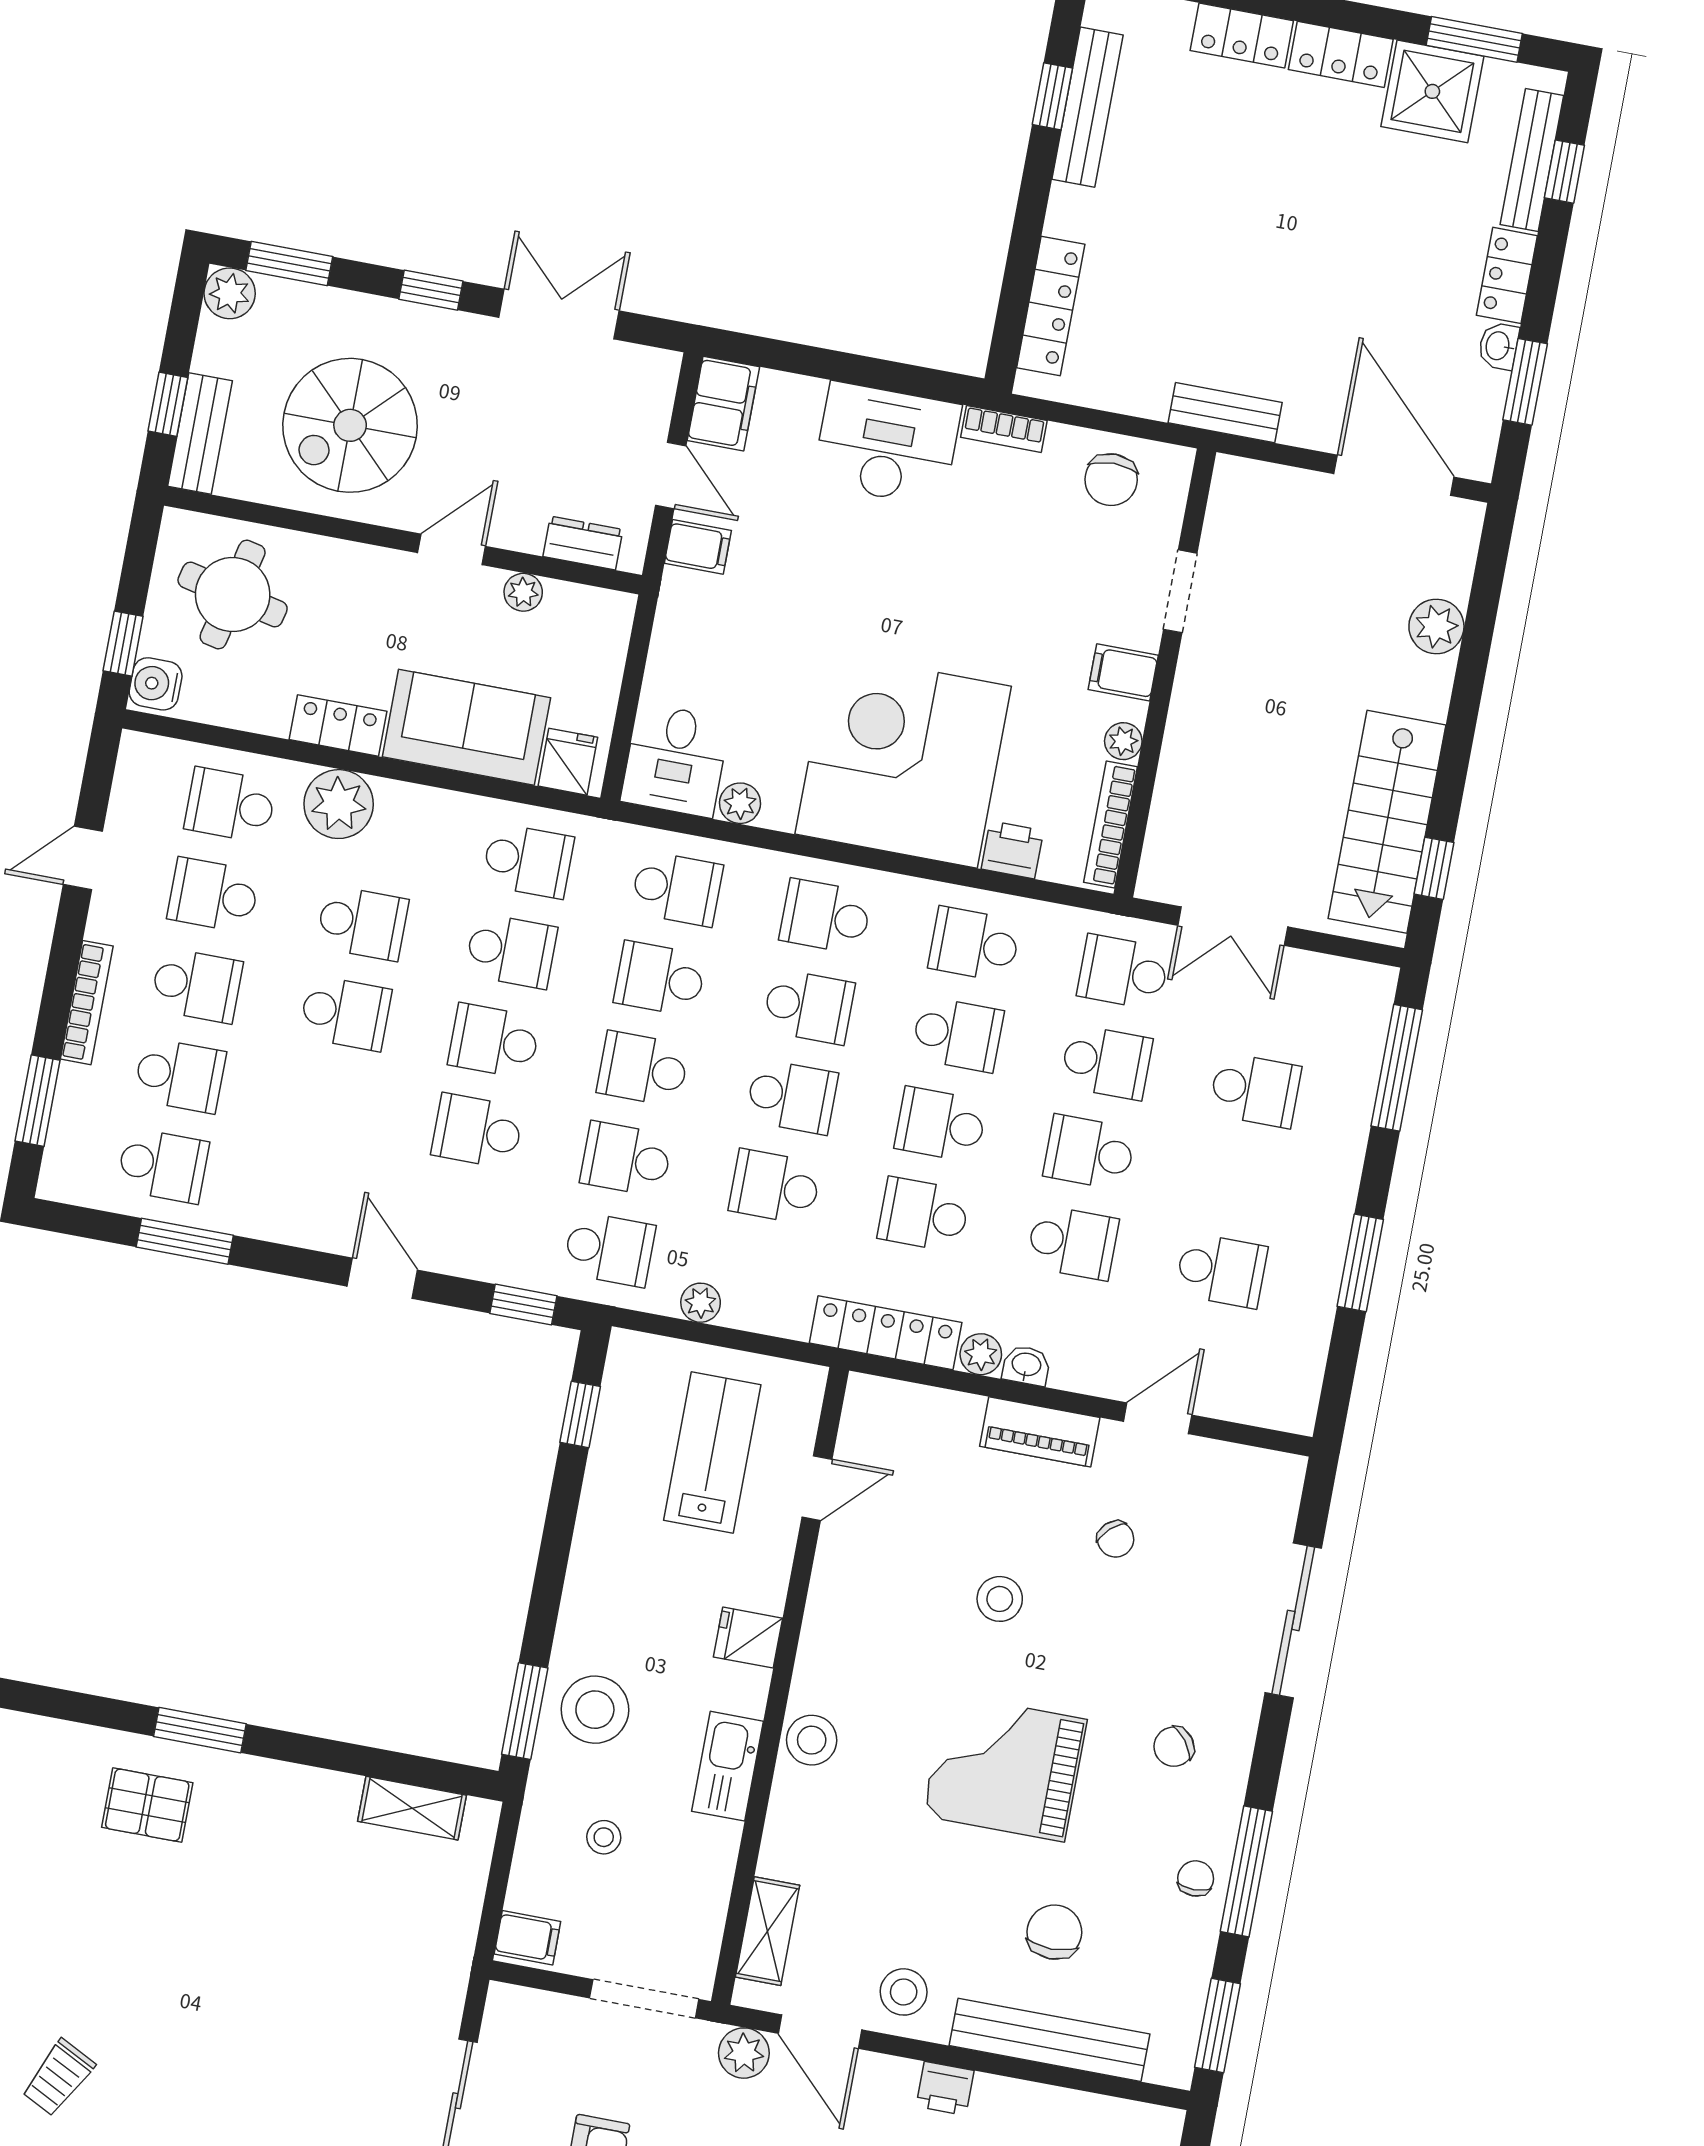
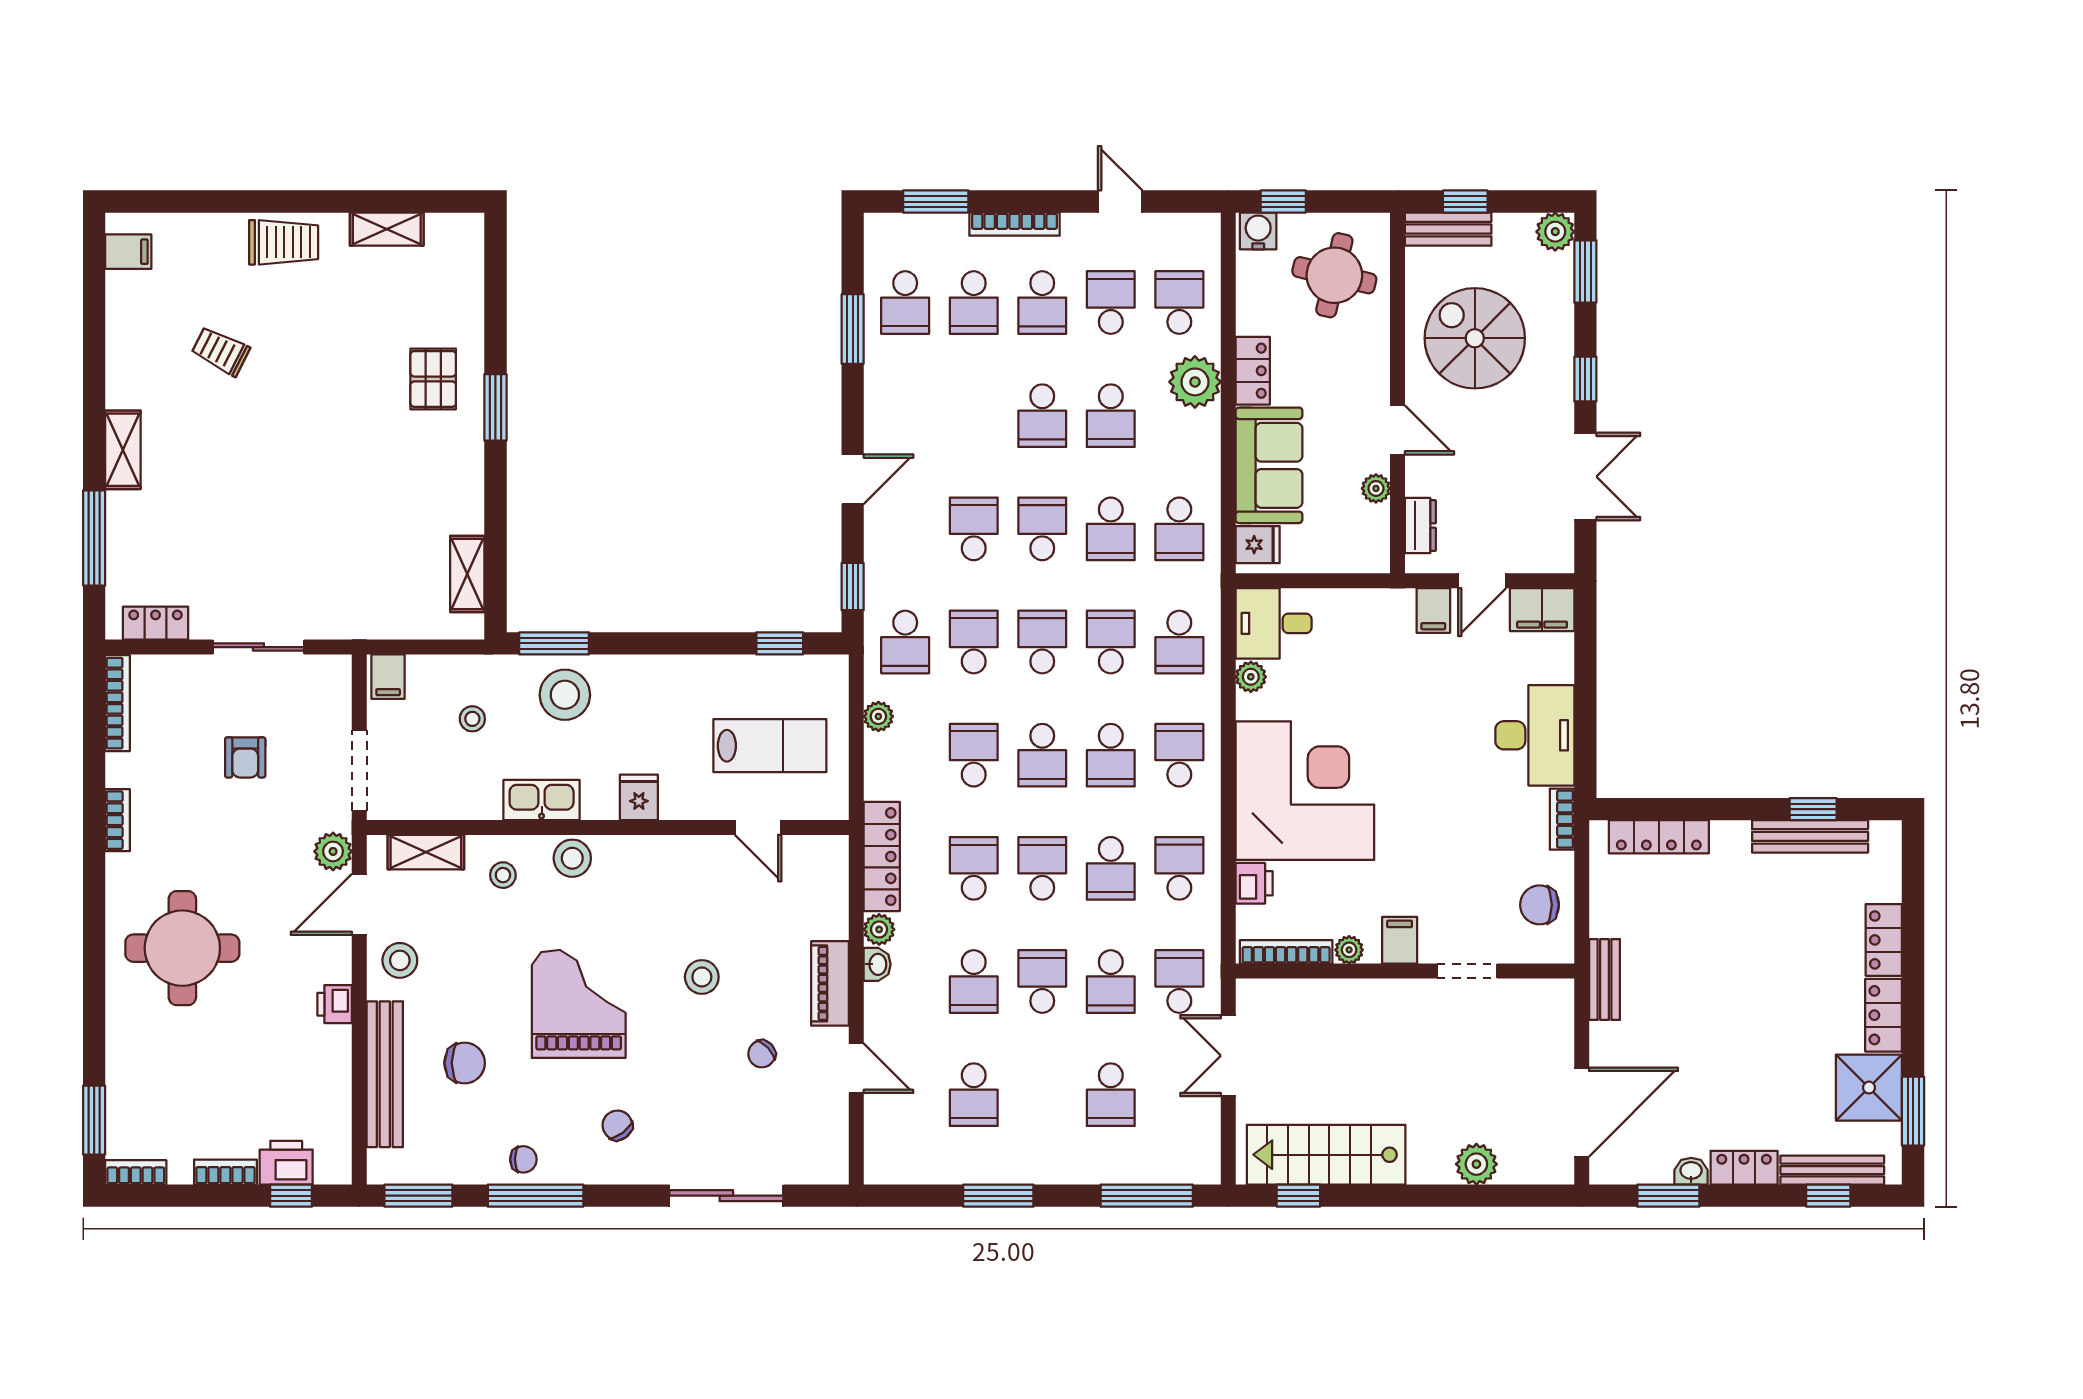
stool: (817, 1835) -> (503, 875), added

